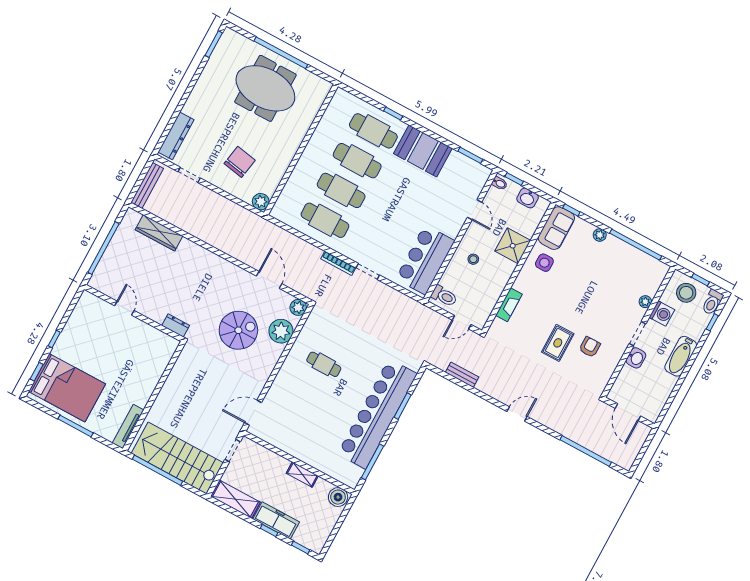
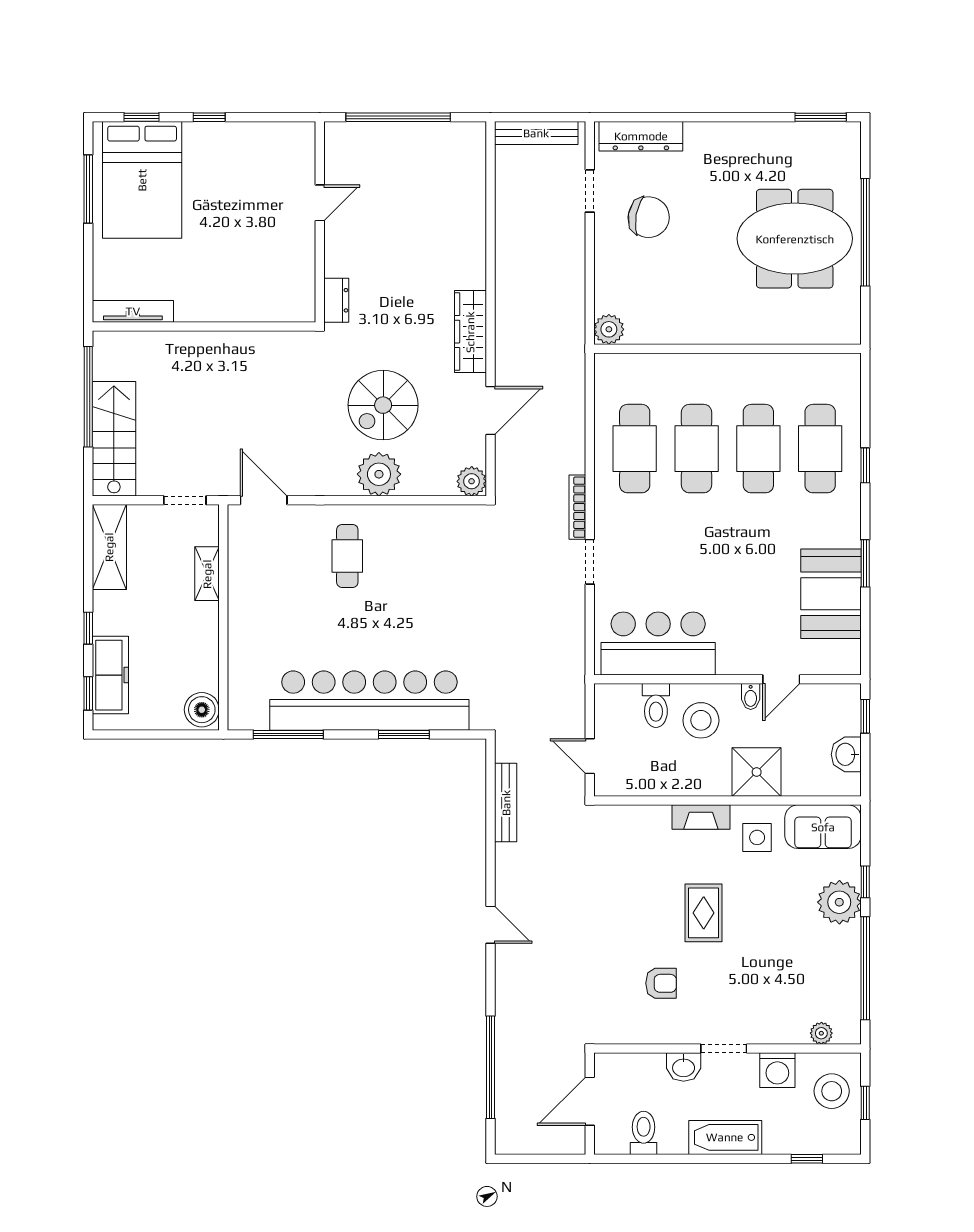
meeting table: (265, 88) -> (795, 239), turned 90
booth: (423, 151) -> (831, 594), moved
window: (470, 155) -> (865, 563), moved
chair: (240, 162) -> (649, 217), moved
bidet: (499, 183) -> (751, 697), moved
window: (571, 210) -> (865, 882), moved
wardrobe: (159, 233) -> (470, 332), moved
plant: (600, 235) -> (839, 902), width x1.88, depth x1.88
stool: (473, 259) -> (701, 720), width x1.89, depth x1.89
toilet: (444, 296) -> (656, 705), moved
plant: (645, 302) -> (821, 1033), moved
toilet: (712, 302) -> (644, 1133), moved, turned 90
fireplace: (509, 305) -> (701, 817), moved
spiral stairs: (238, 330) -> (383, 405), turned 90
plant: (281, 331) -> (379, 474), moved
rug: (558, 343) -> (704, 913), moved, turned 90
cafe table: (324, 364) -> (347, 556), moved
bench: (462, 375) -> (506, 803), width x1.36
window: (76, 426) -> (88, 189), moved
stairs: (177, 458) -> (114, 439), width x0.73, depth x0.66
shelving: (302, 475) -> (207, 574), moved
freezer: (276, 521) -> (110, 675), moved

